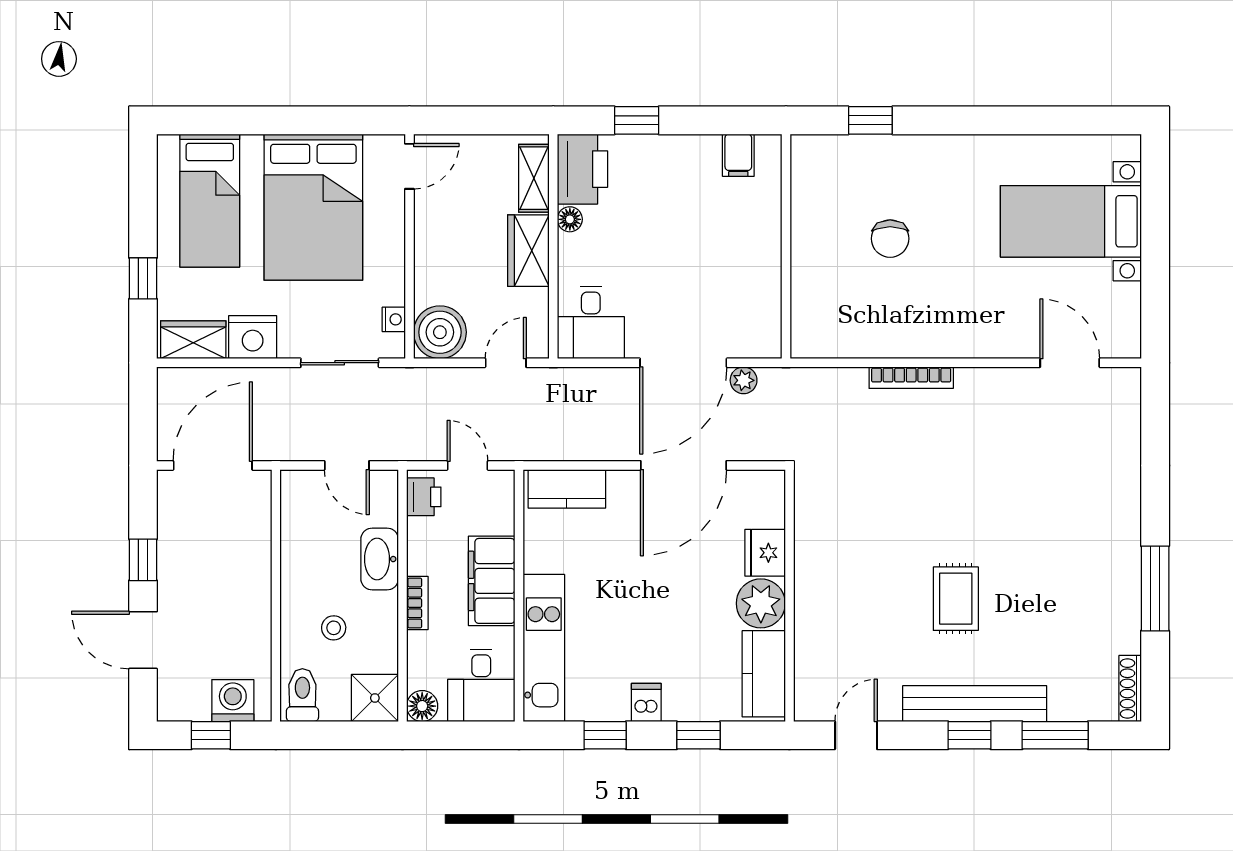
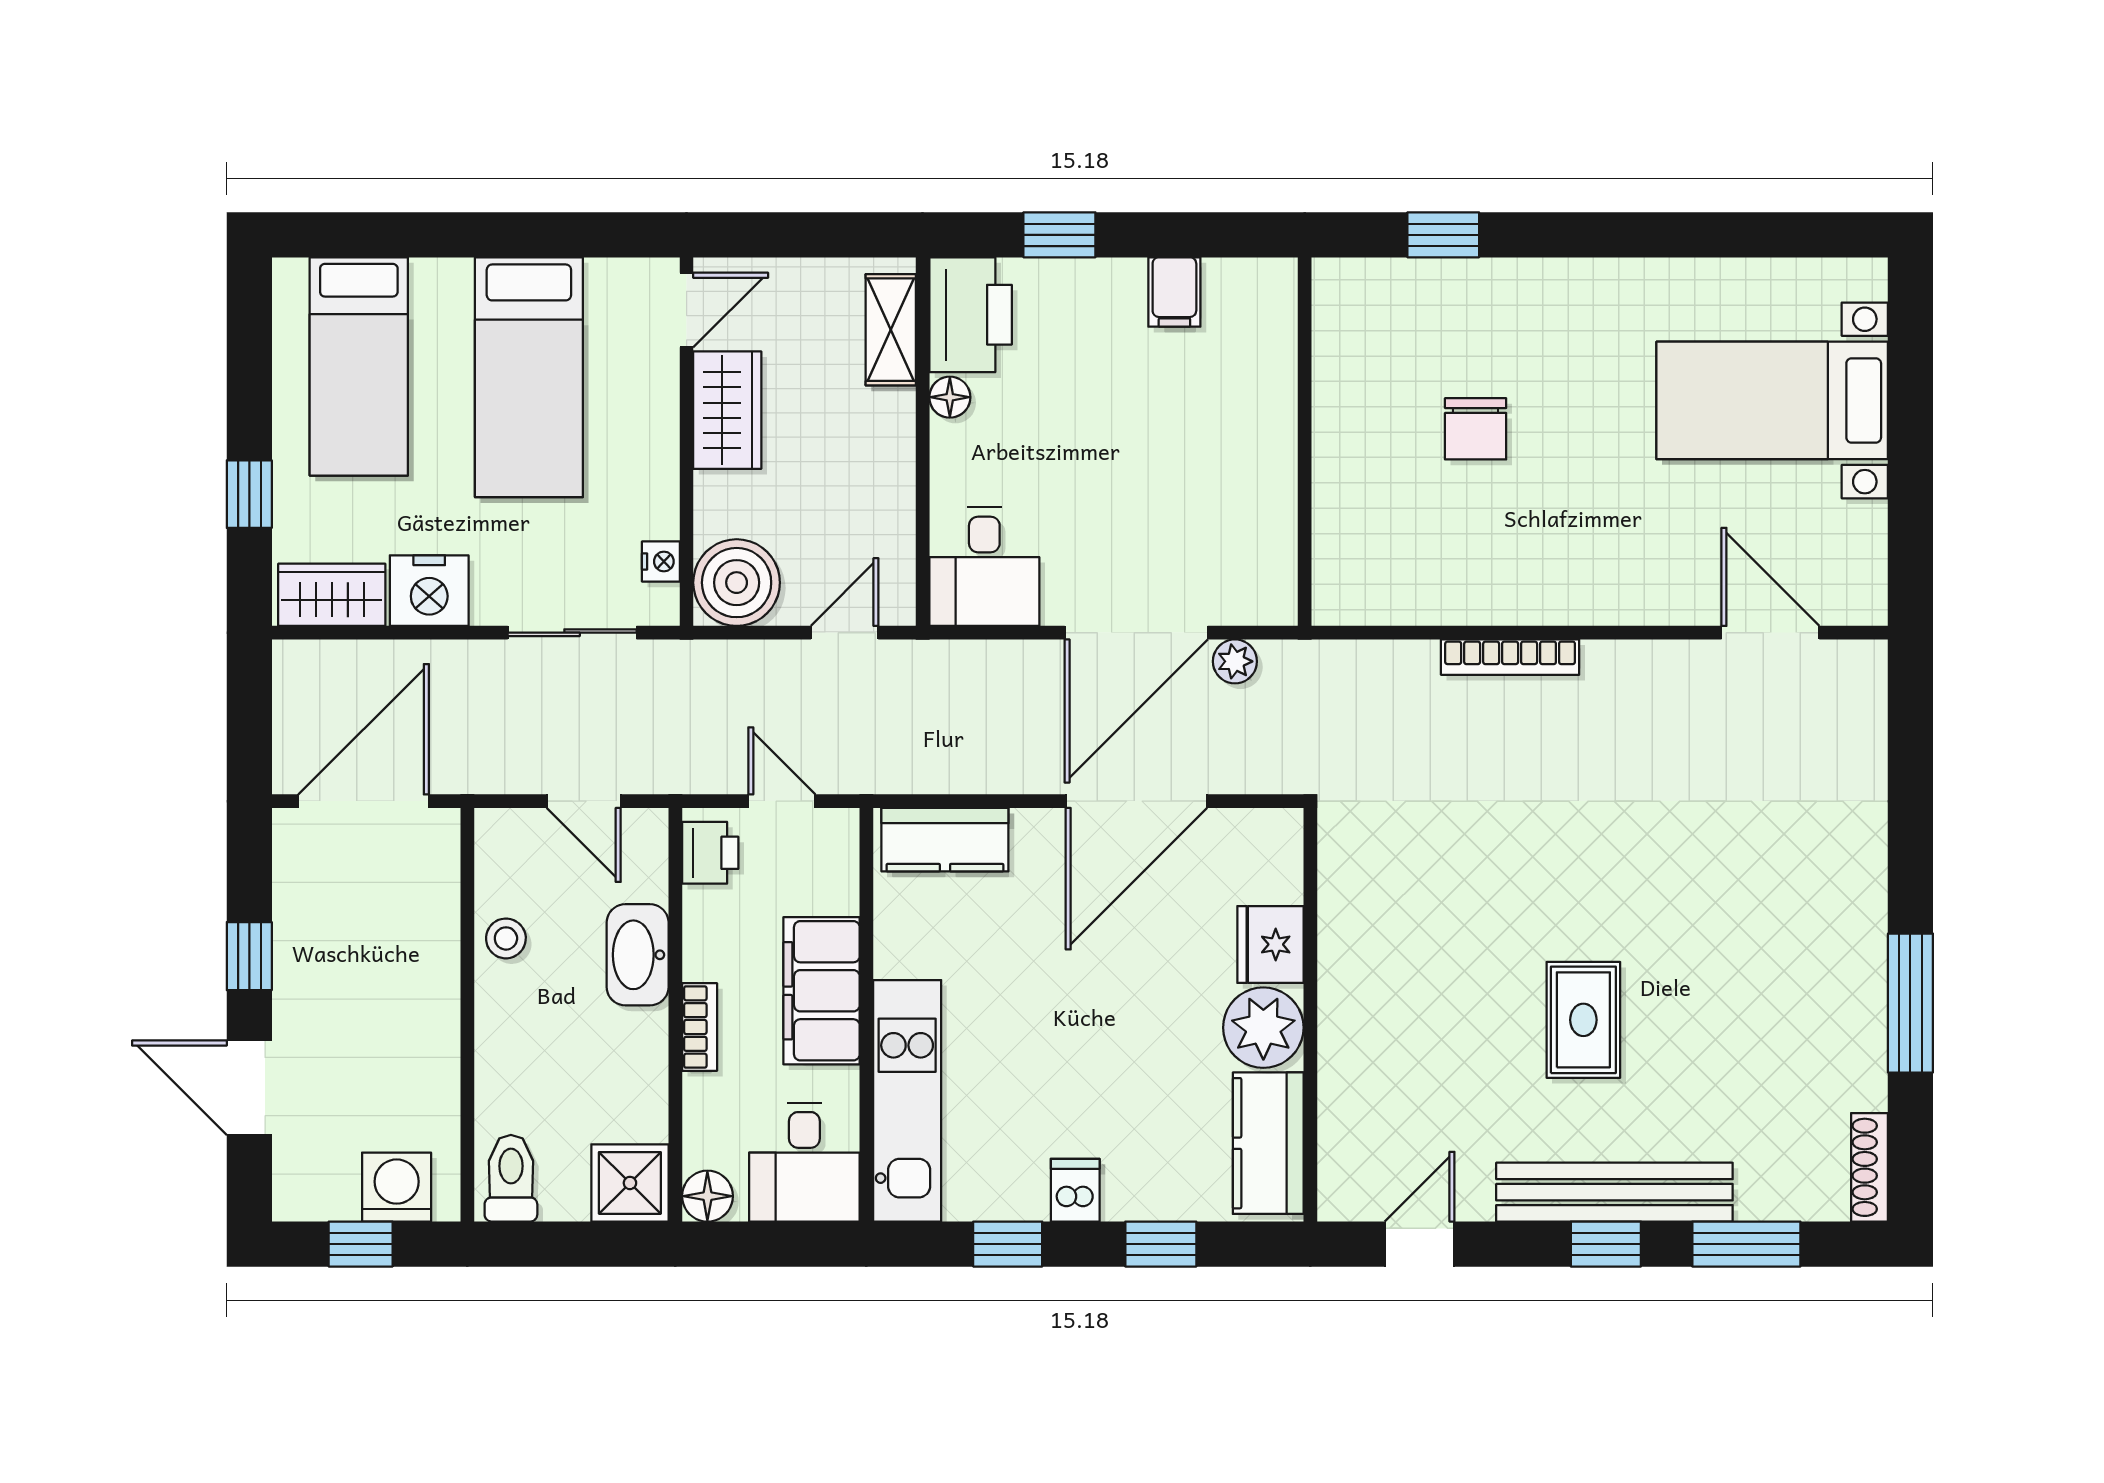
filing cabinet: (738, 155) -> (1174, 292), moved
bed: (313, 207) -> (529, 377), width x0.67
wardrobe: (528, 251) -> (727, 410), moved, turned 180
stool: (334, 628) -> (506, 938), moved

